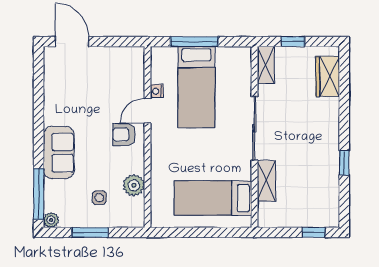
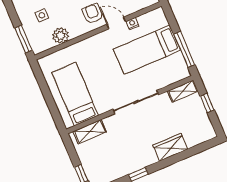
window: (194, 42) -> (184, 49), moved
wardrobe: (328, 76) -> (170, 147), moved
shelving: (266, 181) -> (90, 132), moved
window: (90, 232) -> (23, 39), moved

